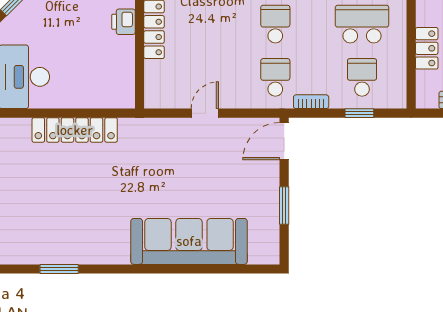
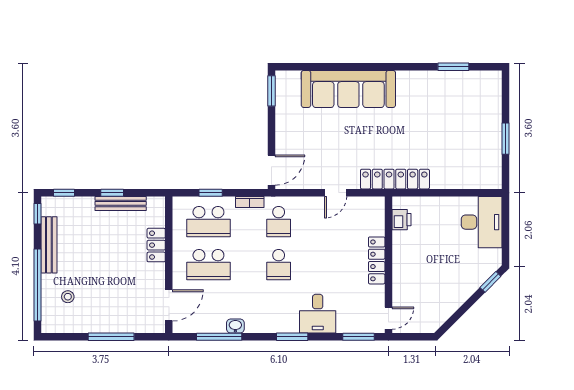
printer: (123, 22) -> (401, 220), moved
school desk: (362, 77) -> (208, 222), width x1.85
locker: (75, 130) -> (395, 179), moved
window: (284, 206) -> (271, 91), moved

